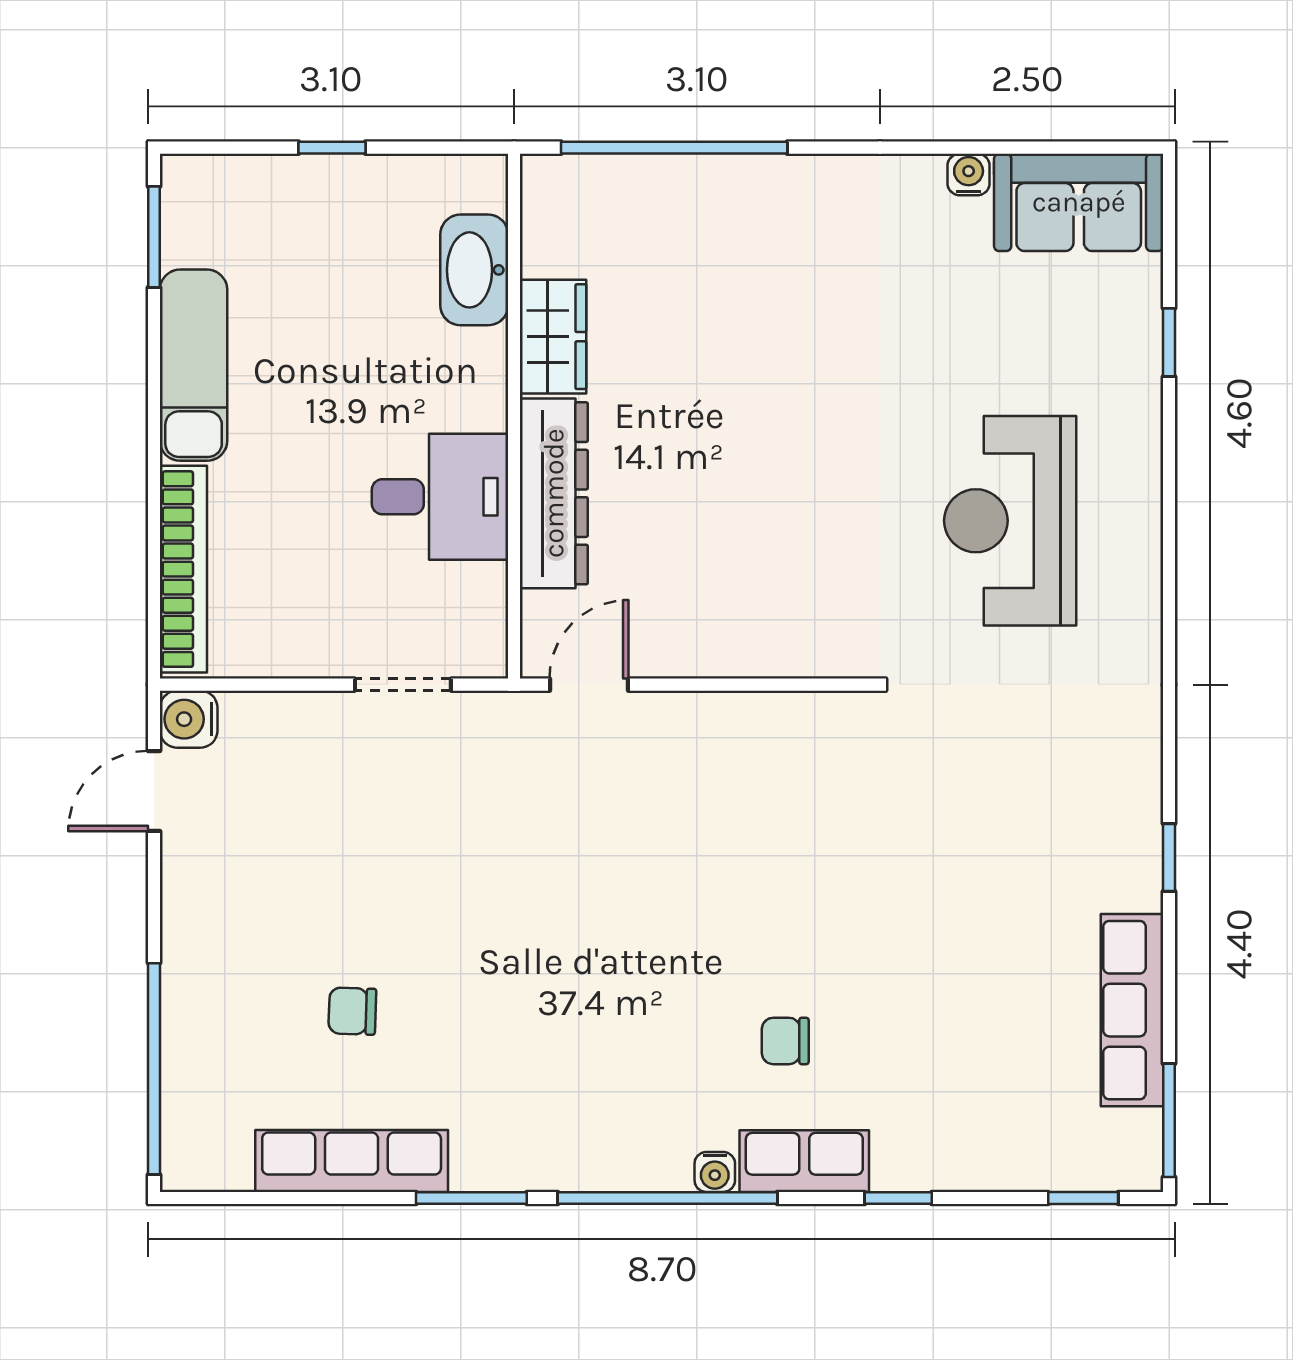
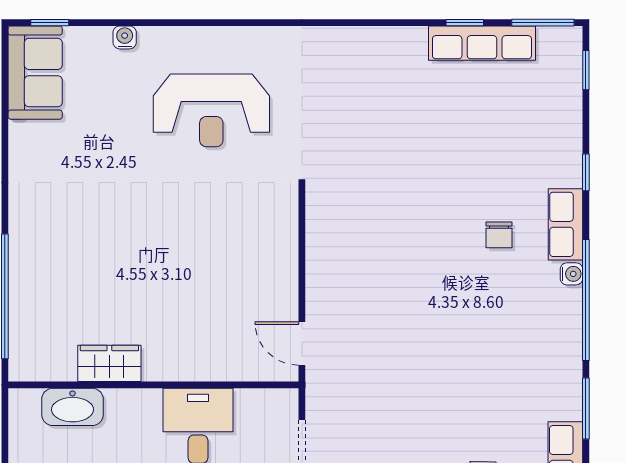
water cooler: (969, 174) -> (125, 37), moved, turned 90
window: (1169, 342) -> (50, 23), moved
dresser: (554, 493) -> (196, 363), removed
window: (1169, 858) -> (465, 23), moved

